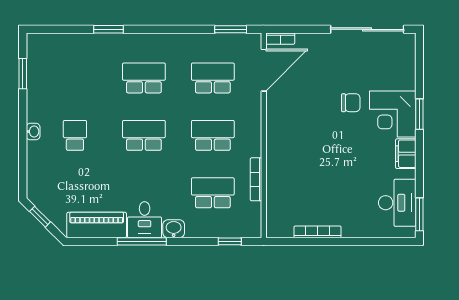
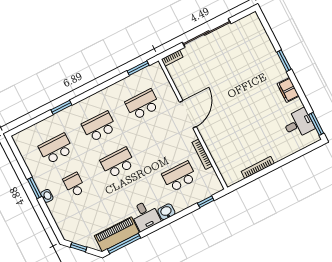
sliding door: (367, 29) -> (207, 33), moved
door: (264, 70) -> (188, 114), moved
window: (23, 74) -> (35, 188), moved
chair: (351, 103) -> (237, 76), removed
corner desk: (393, 114) -> (267, 69), removed
school desk: (213, 135) -> (56, 149), moved
desk: (397, 203) -> (298, 124), width x0.73
window: (142, 241) -> (124, 244), moved

